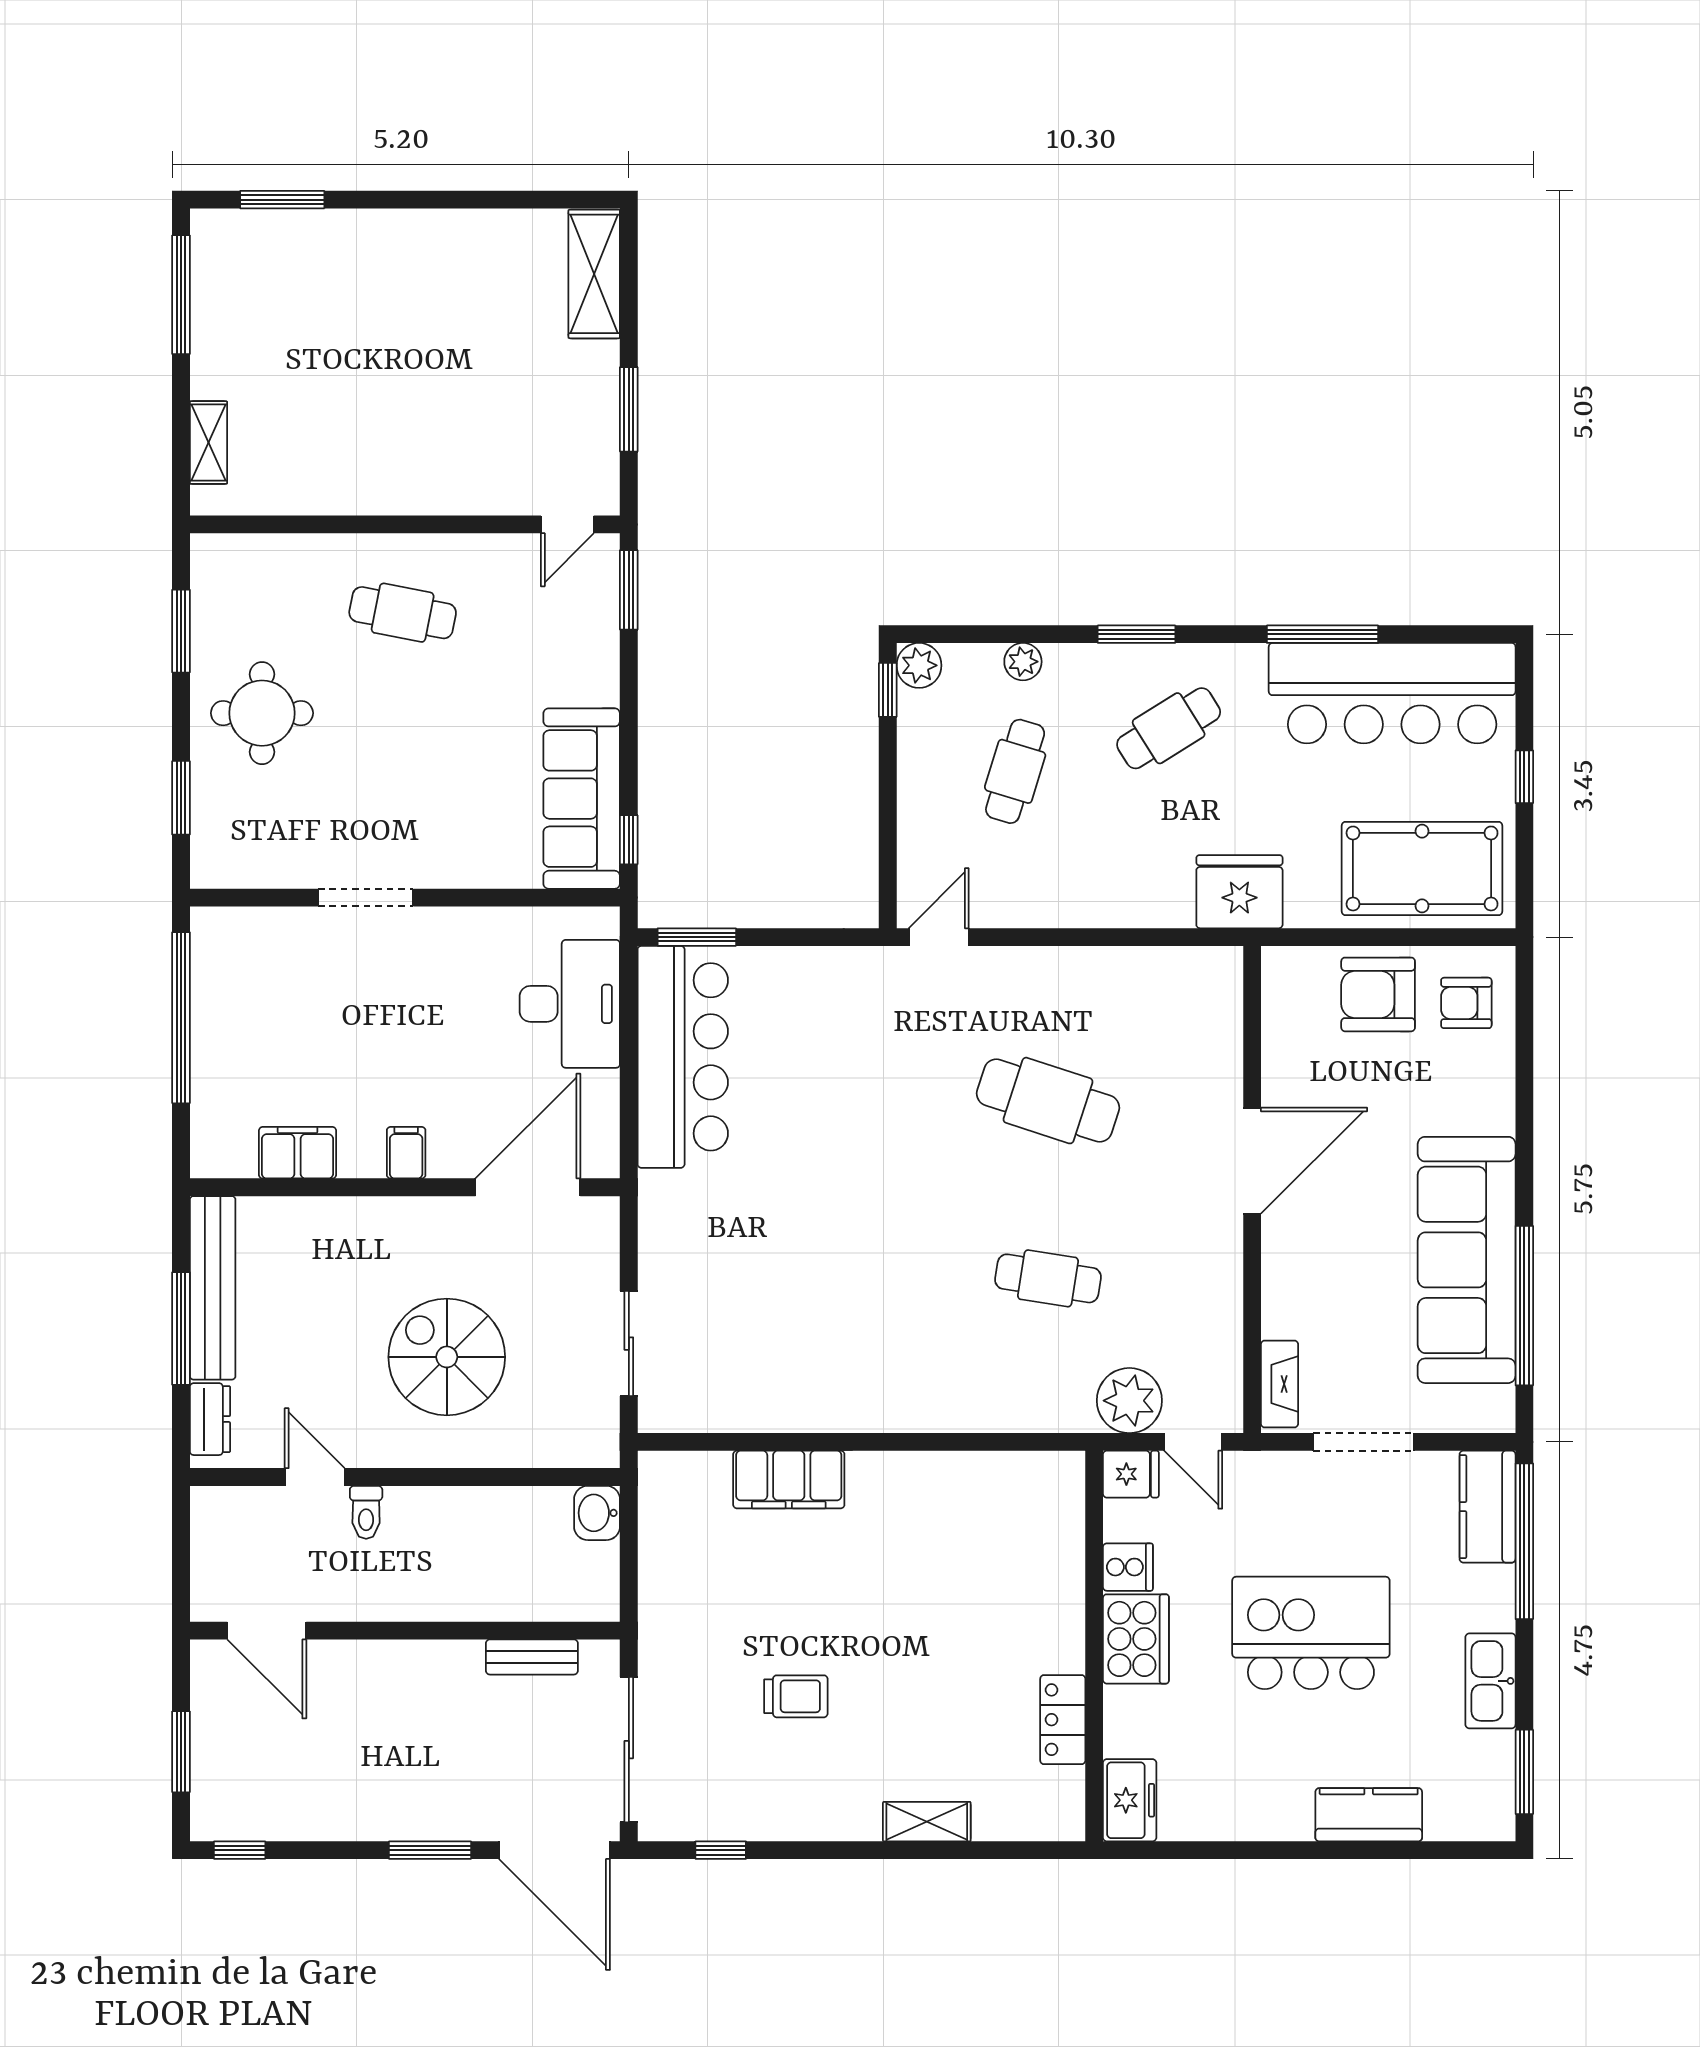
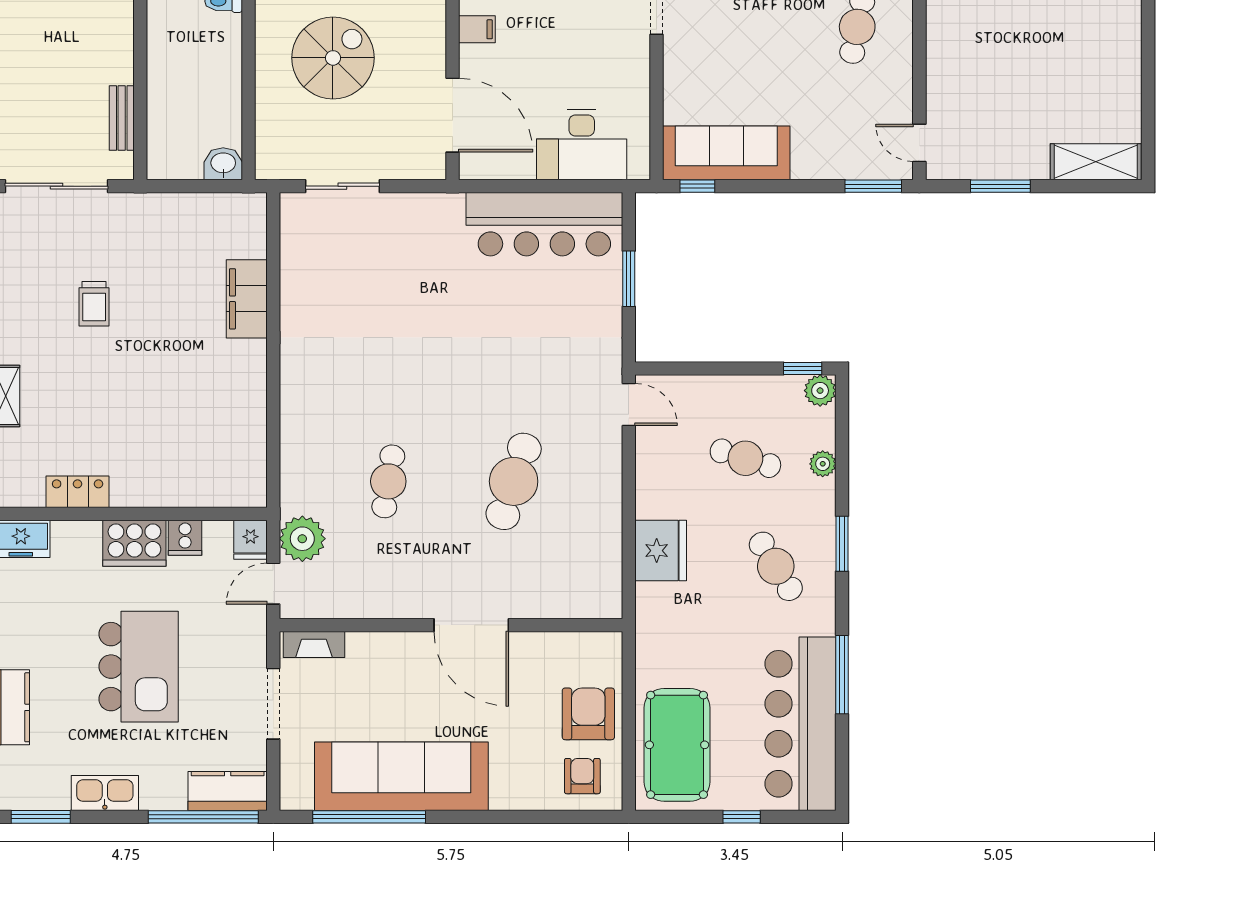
fridge: (1239, 892) -> (661, 551), moved
window: (697, 937) -> (629, 279), moved

